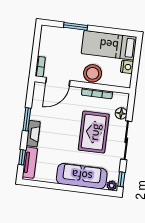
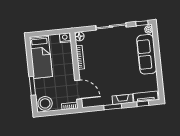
nightstand: (127, 67) -> (65, 38), moved
stool: (93, 73) -> (45, 103), moved
floor lamp: (121, 113) -> (79, 36), moved
rug: (94, 132) -> (111, 53), removed

